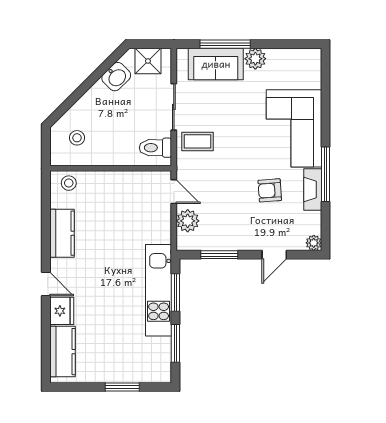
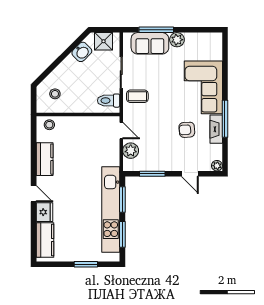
door: (274, 255) -> (190, 174), hinge flipped
kitchen unit: (159, 290) -> (111, 209), width x1.36

